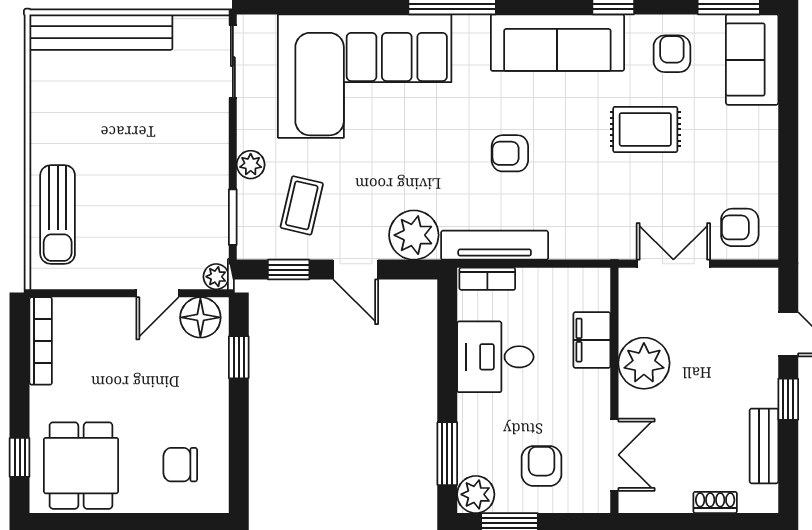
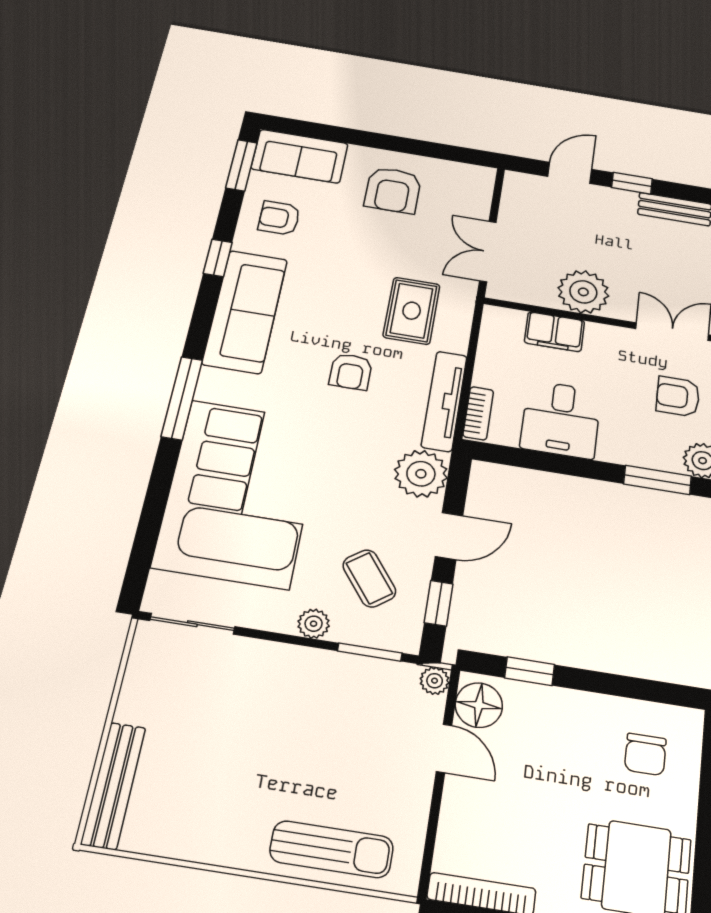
bench: (101, 32) -> (113, 785), width x0.73, depth x0.82
rug: (645, 129) -> (412, 311), moved
coffee table: (302, 205) -> (369, 578), turned 40
armchair: (740, 227) -> (393, 190), moved, width x1.38, depth x1.38

